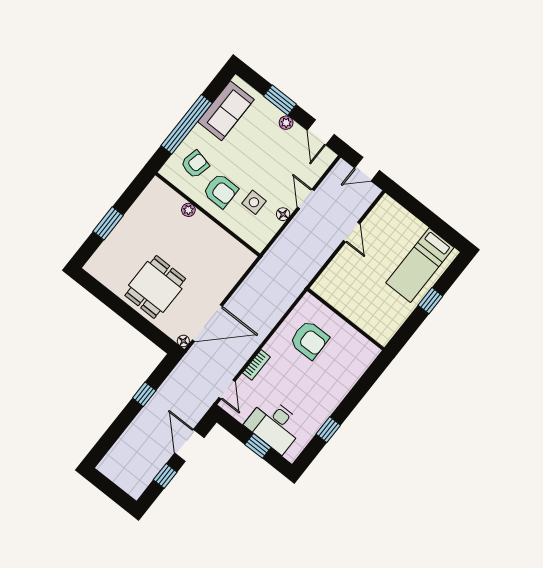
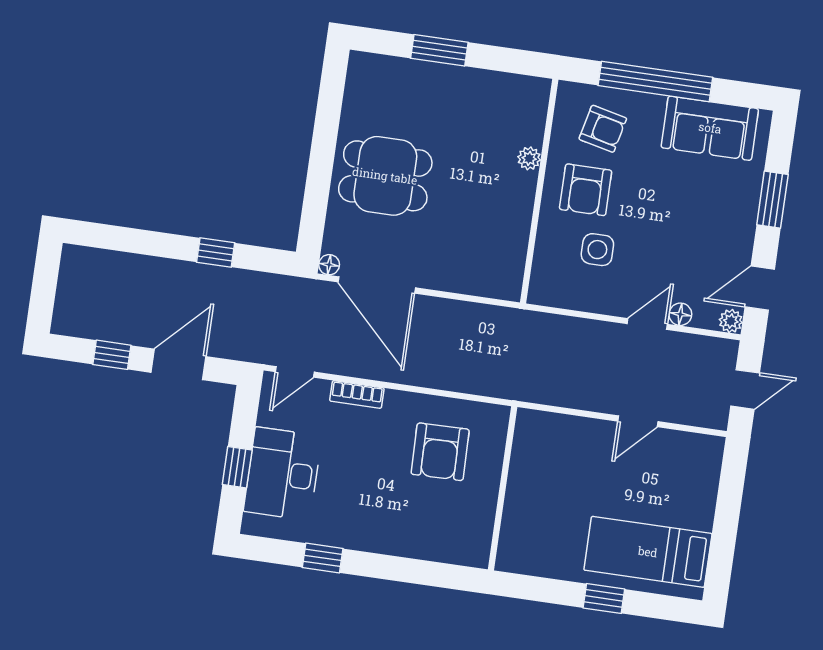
plant: (286, 123) -> (731, 321), moved
door: (367, 169) -> (745, 389), swing flipped
floor lamp: (283, 214) -> (680, 314), moved

